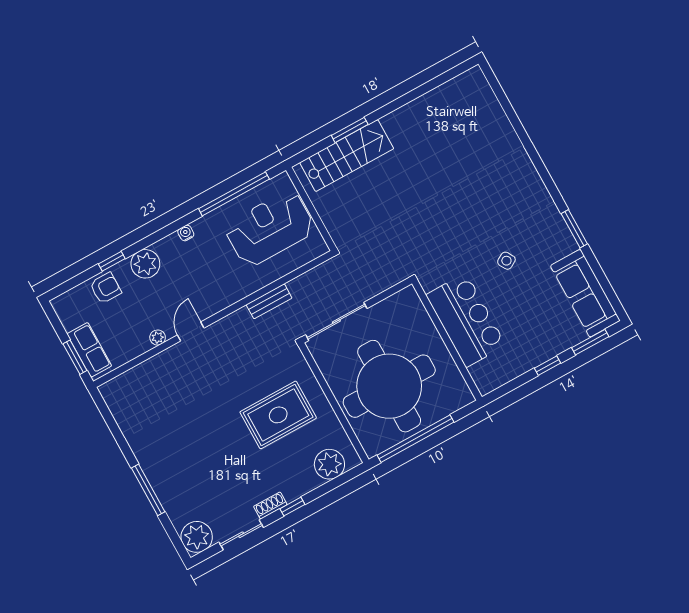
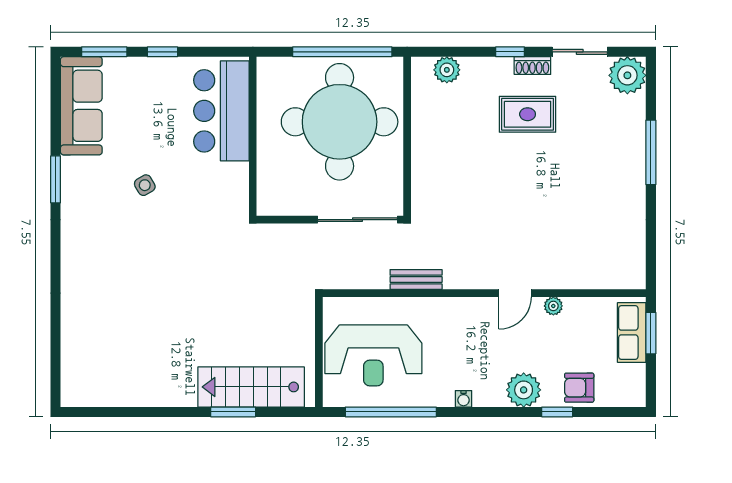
bar counter: (466, 320) -> (221, 111), moved
rug: (278, 415) -> (528, 114), moved, width x0.73, depth x0.70
plant: (329, 464) -> (447, 70), width x0.73, depth x0.73

